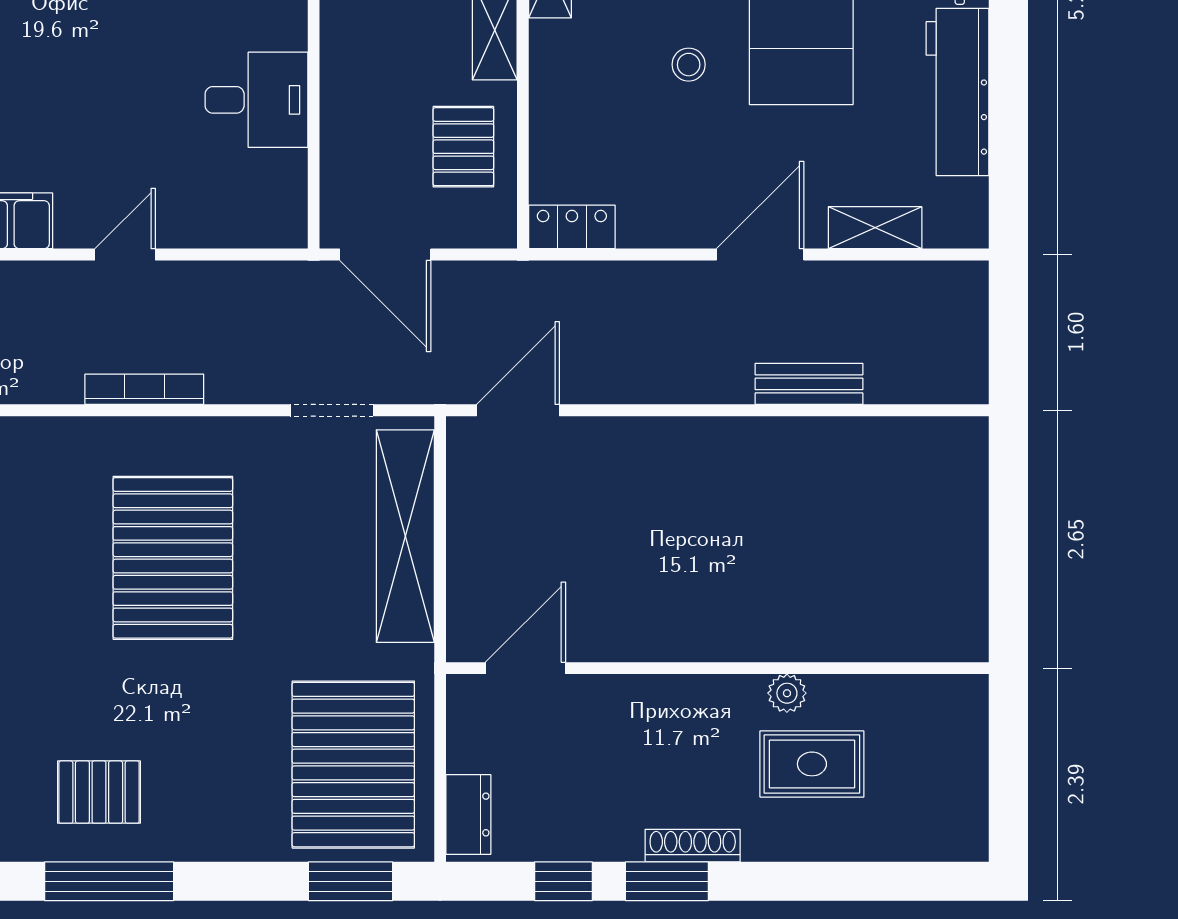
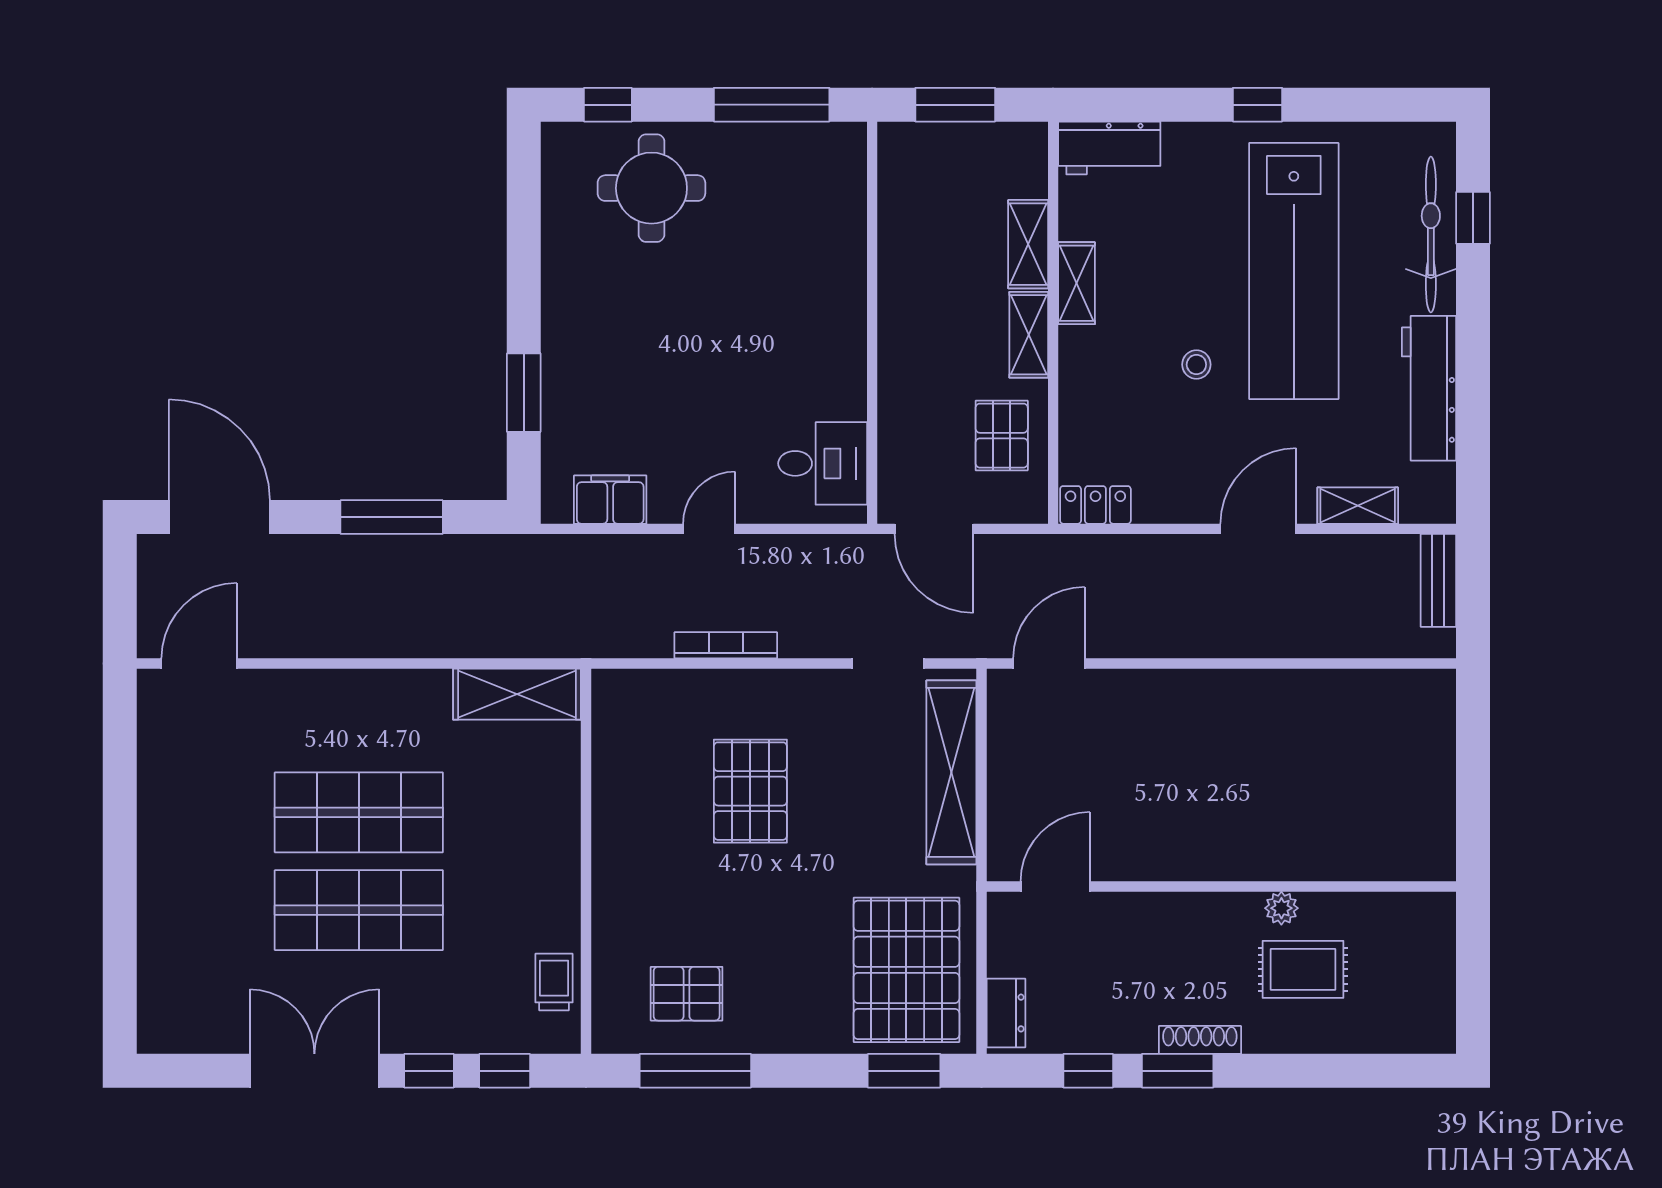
desk: (256, 100) -> (823, 463), moved
bench: (809, 384) -> (1438, 580), moved, turned 90
pallet: (173, 558) -> (750, 791), width x0.73, depth x0.71

